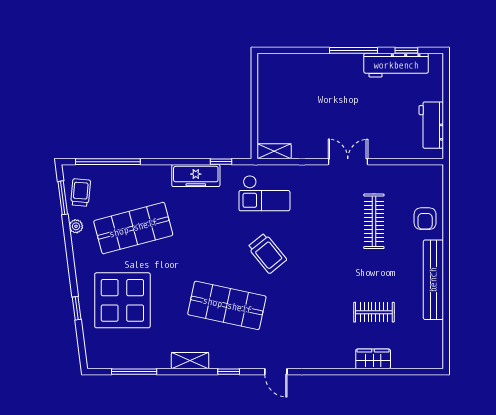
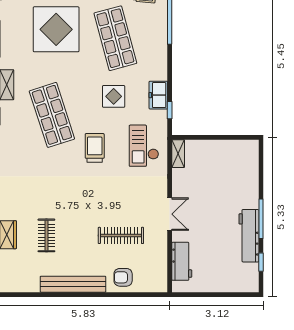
workbench: (396, 65) -> (249, 236), moved
workbench: (431, 125) -> (182, 261), moved, turned 90
freezer: (196, 176) -> (158, 95), width x0.71
display table: (204, 230) -> (114, 96), added
trolley: (267, 253) -> (95, 148), turned 129
shop shelf: (227, 305) -> (52, 115), turned -30

